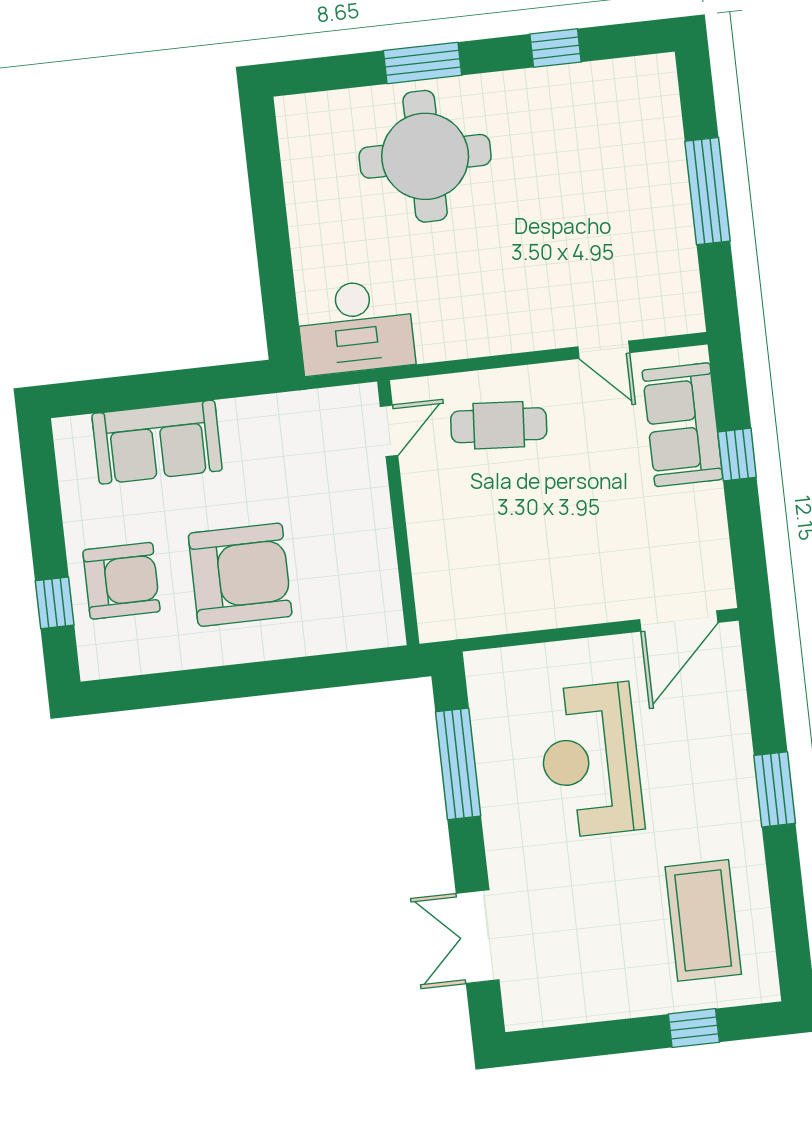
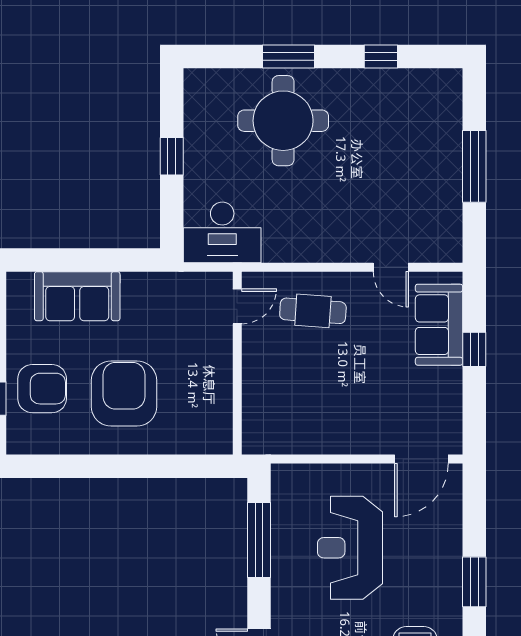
window: (271, 225) -> (172, 156), added
armchair: (240, 575) -> (124, 394), turned -90

